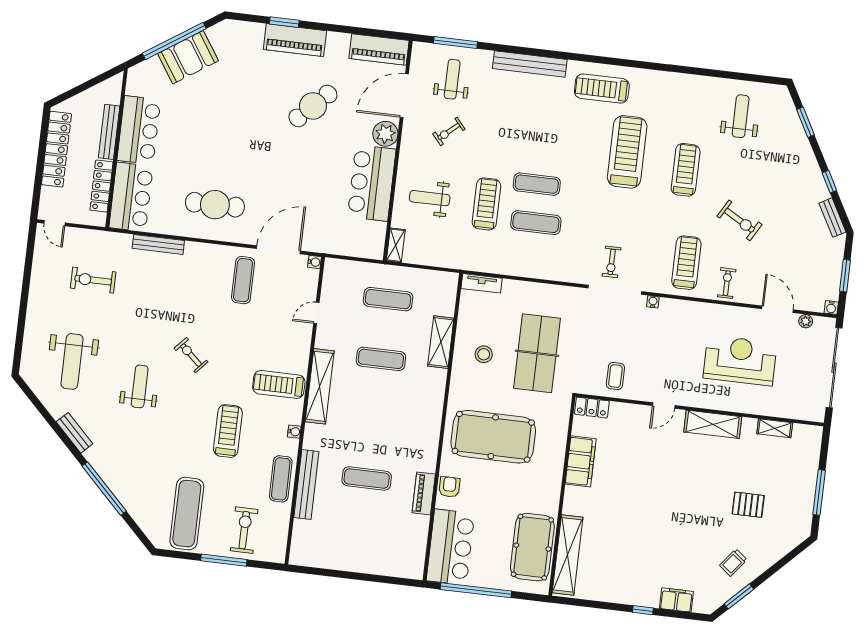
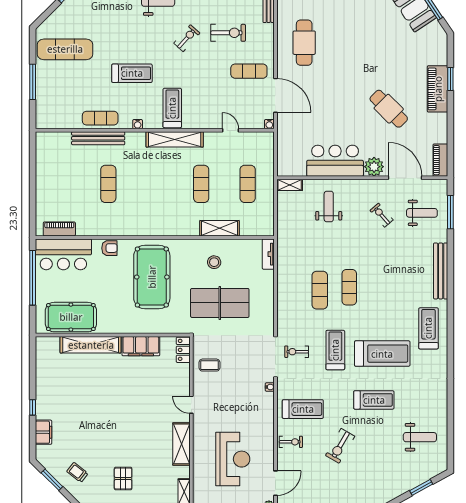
piano: (379, 49) -> (440, 160), width x0.73, depth x0.75
treadmill: (486, 204) -> (335, 350), moved, turned -90
piano: (424, 493) -> (59, 229), moved
exercise bike: (244, 530) -> (228, 33), moved
shelving: (568, 555) -> (91, 345), moved

